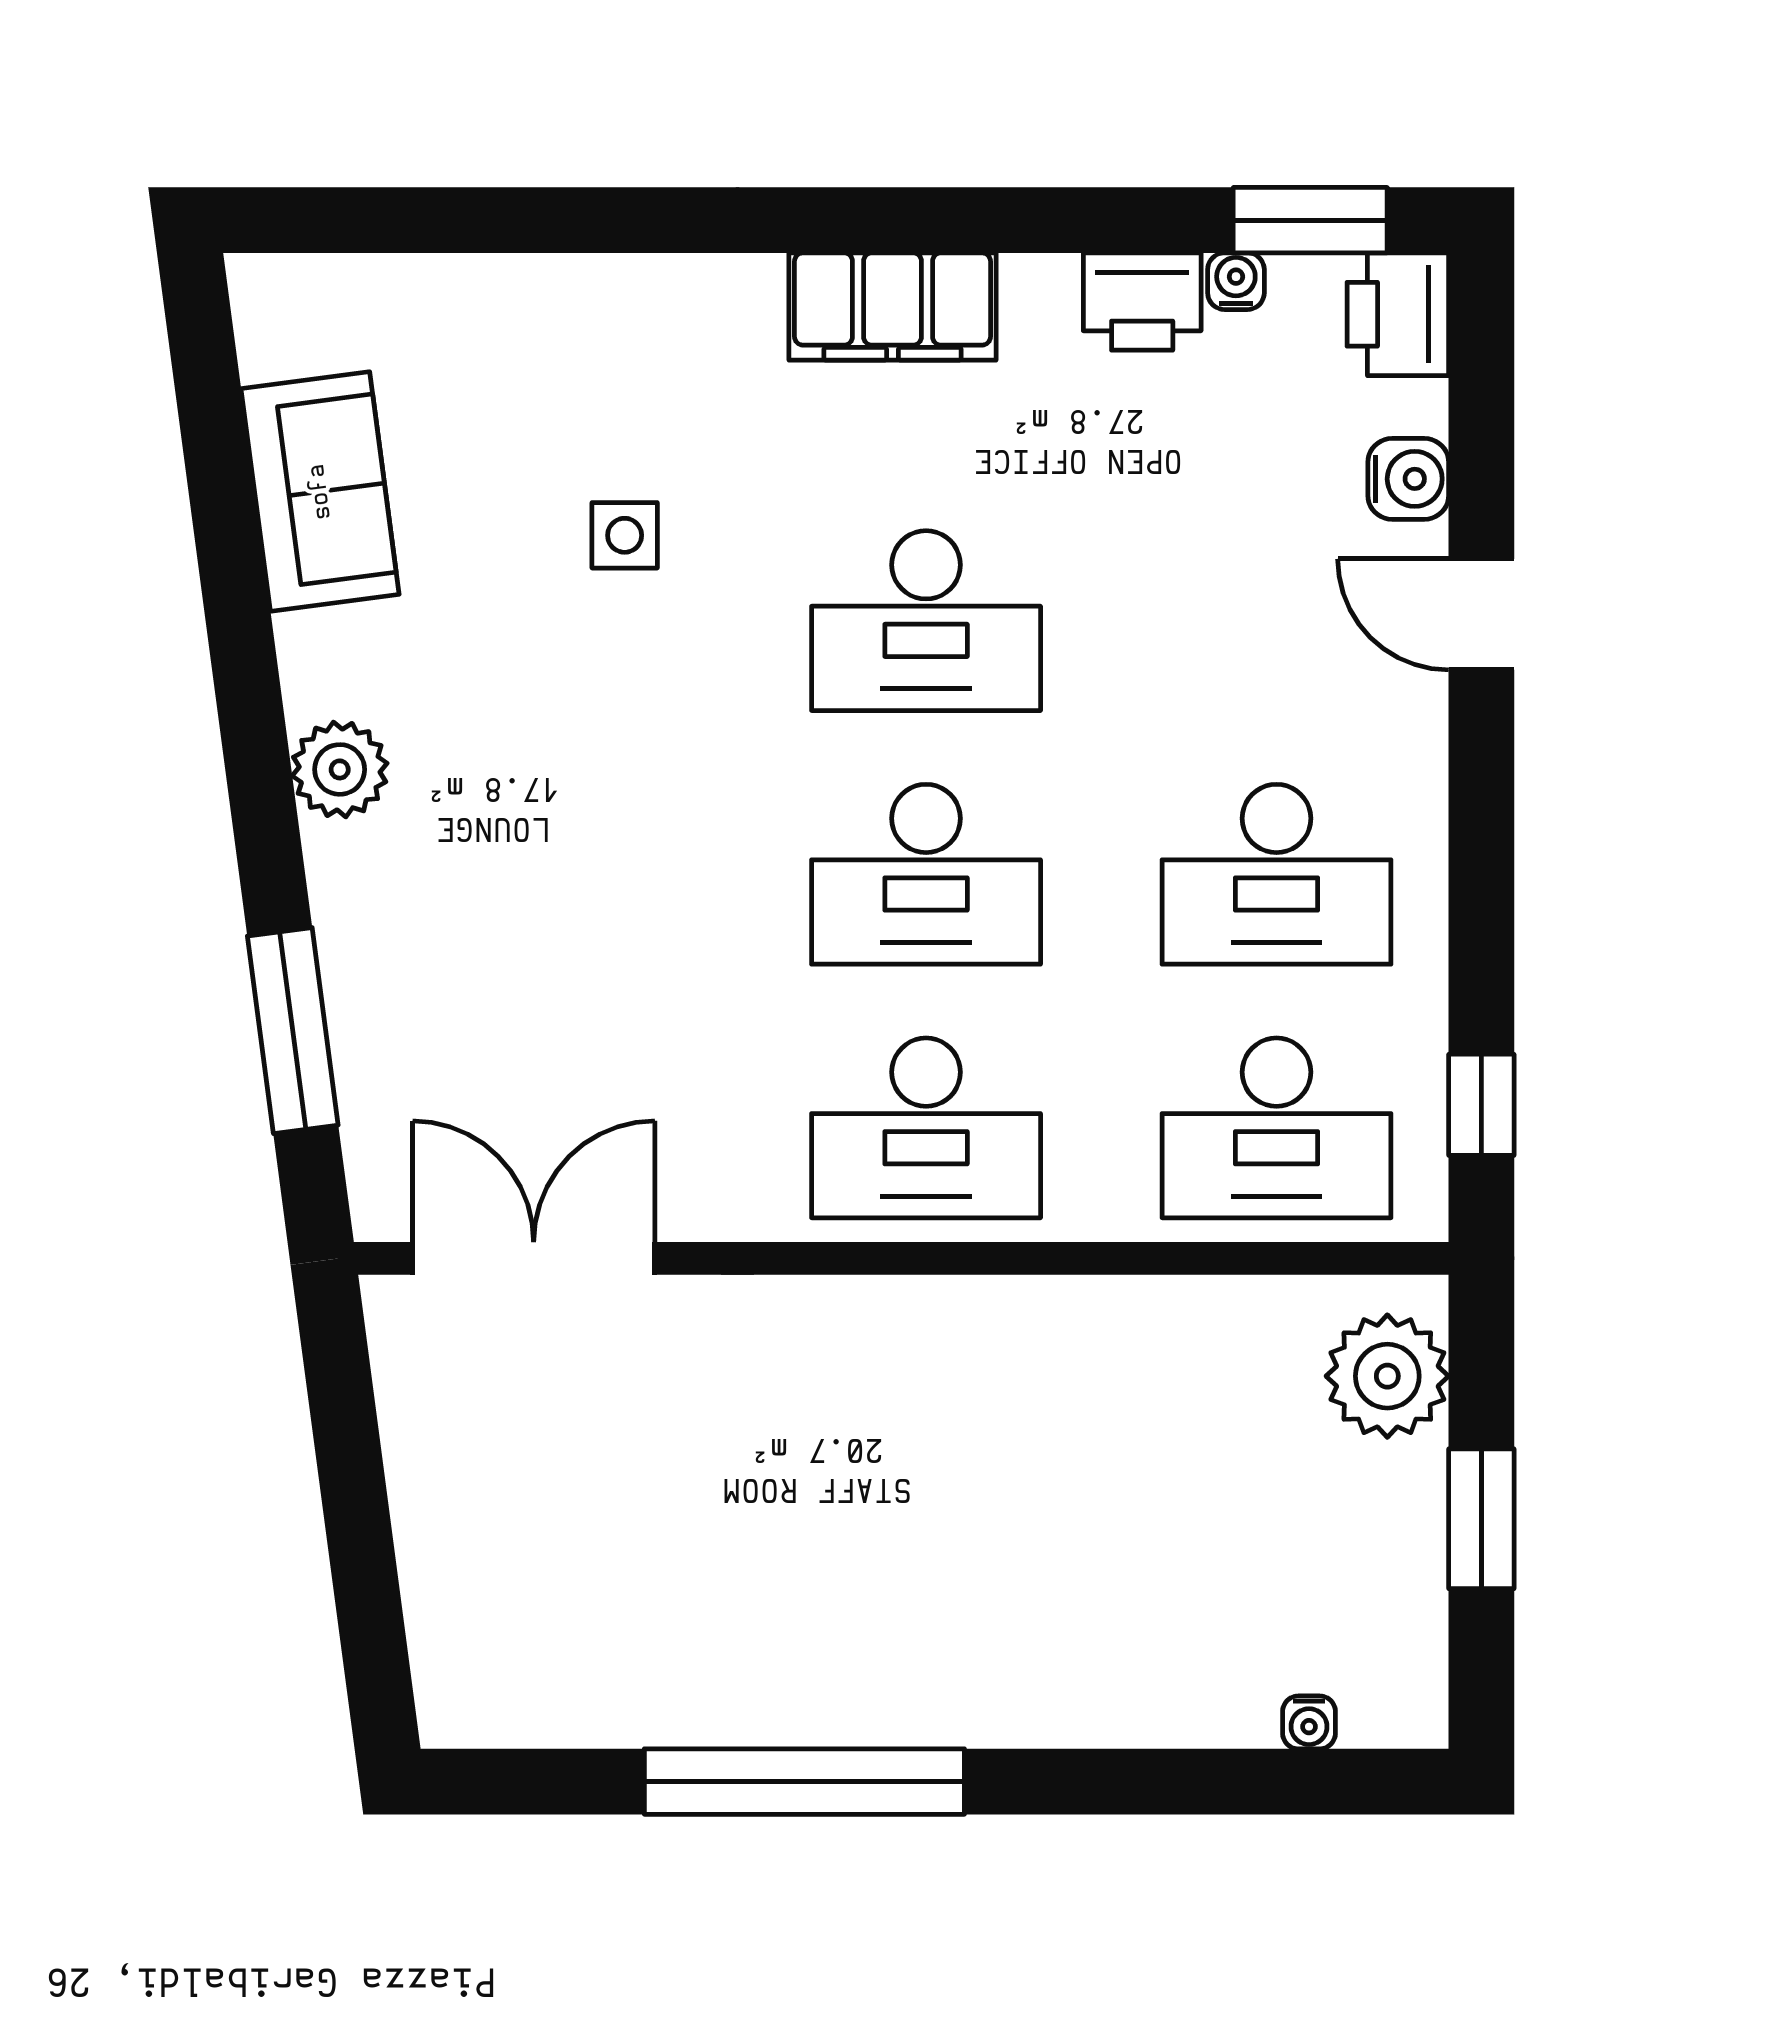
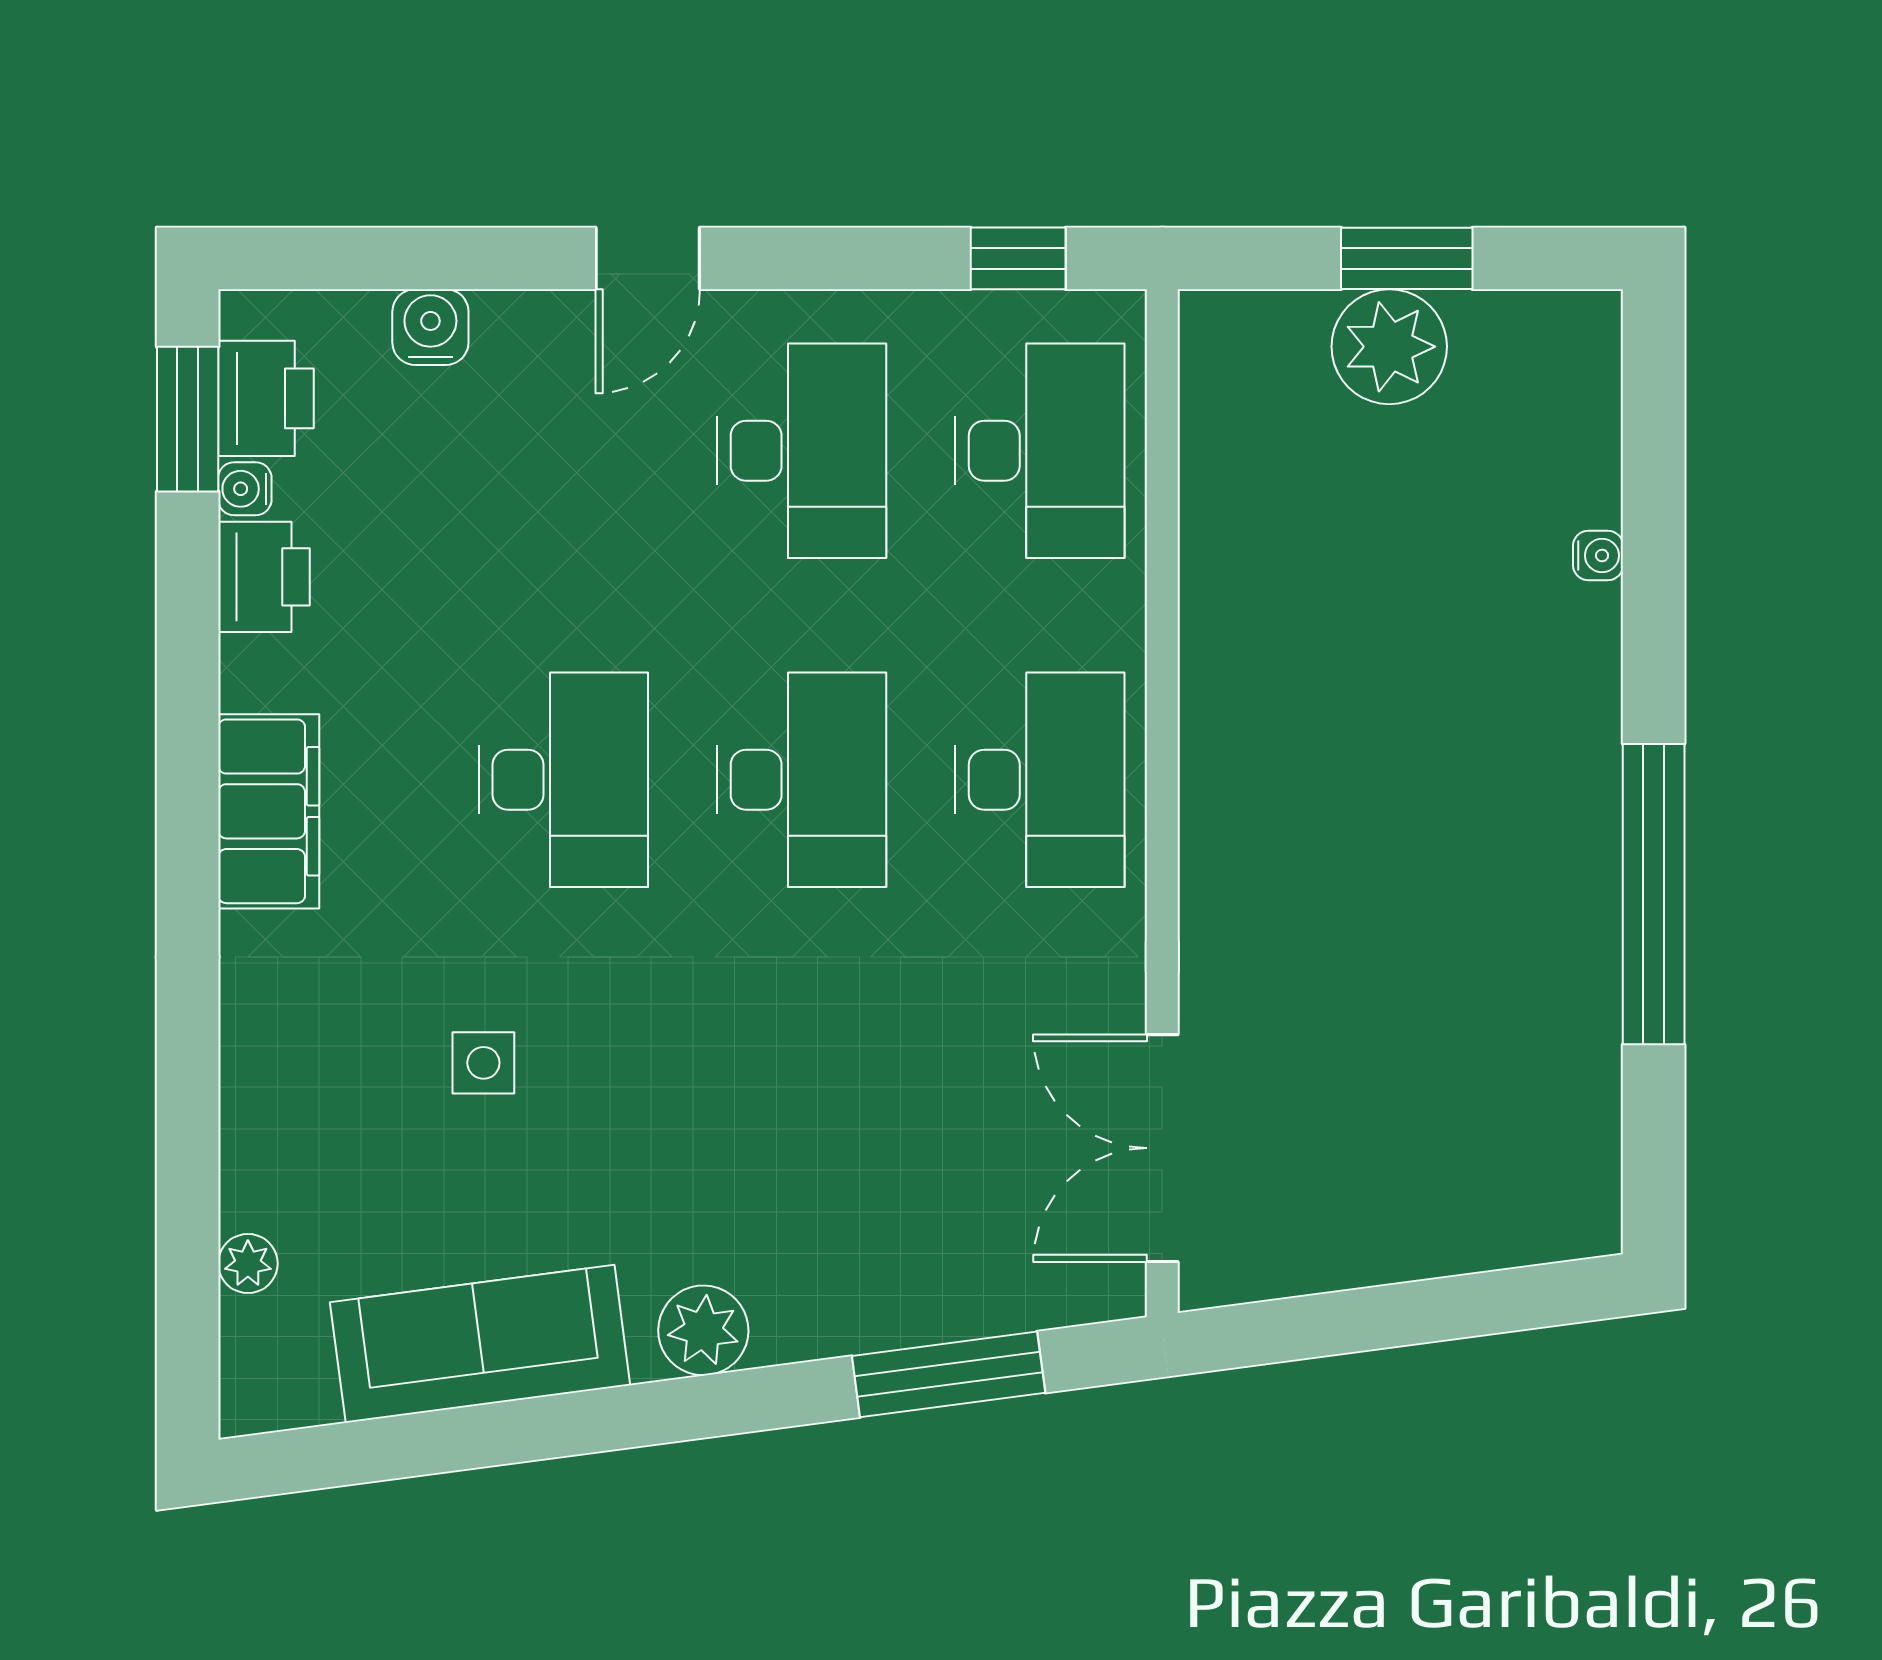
plant: (411, 284) -> (248, 1264), added
printer: (1398, 314) -> (266, 398), moved, turned -90
sofa: (320, 492) -> (480, 1344), width x1.36
door: (1481, 614) -> (648, 258), moved
plant: (1387, 1376) -> (1389, 347), moved
water cooler: (1309, 1722) -> (1598, 555), moved

